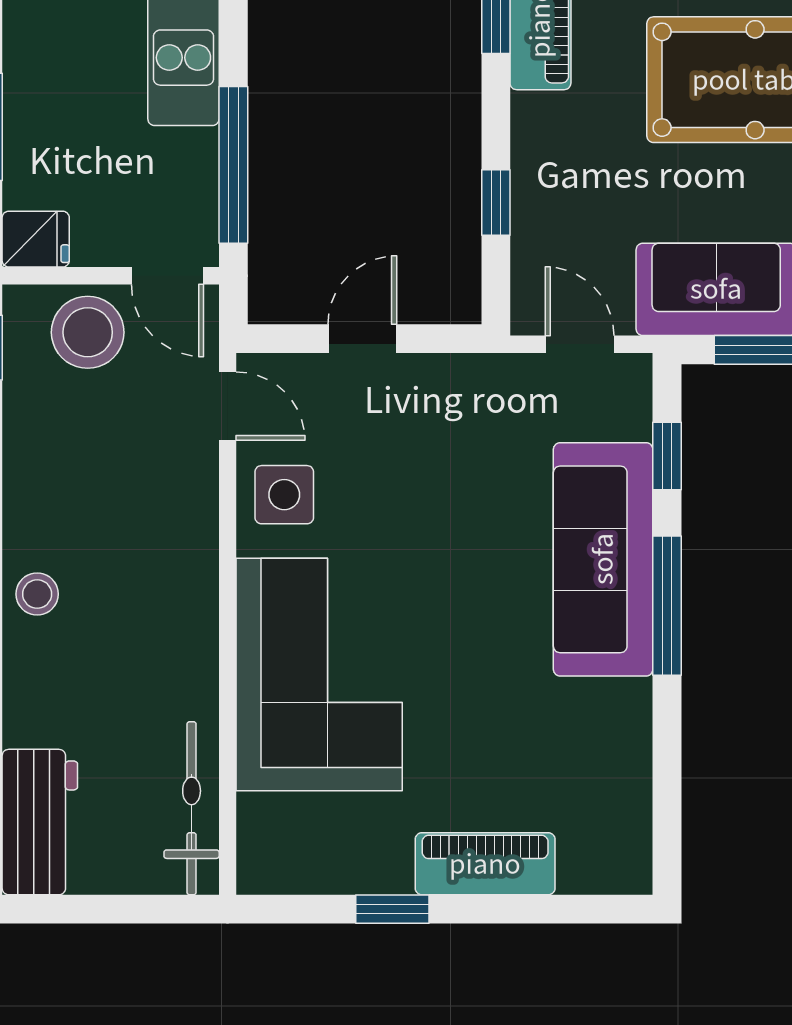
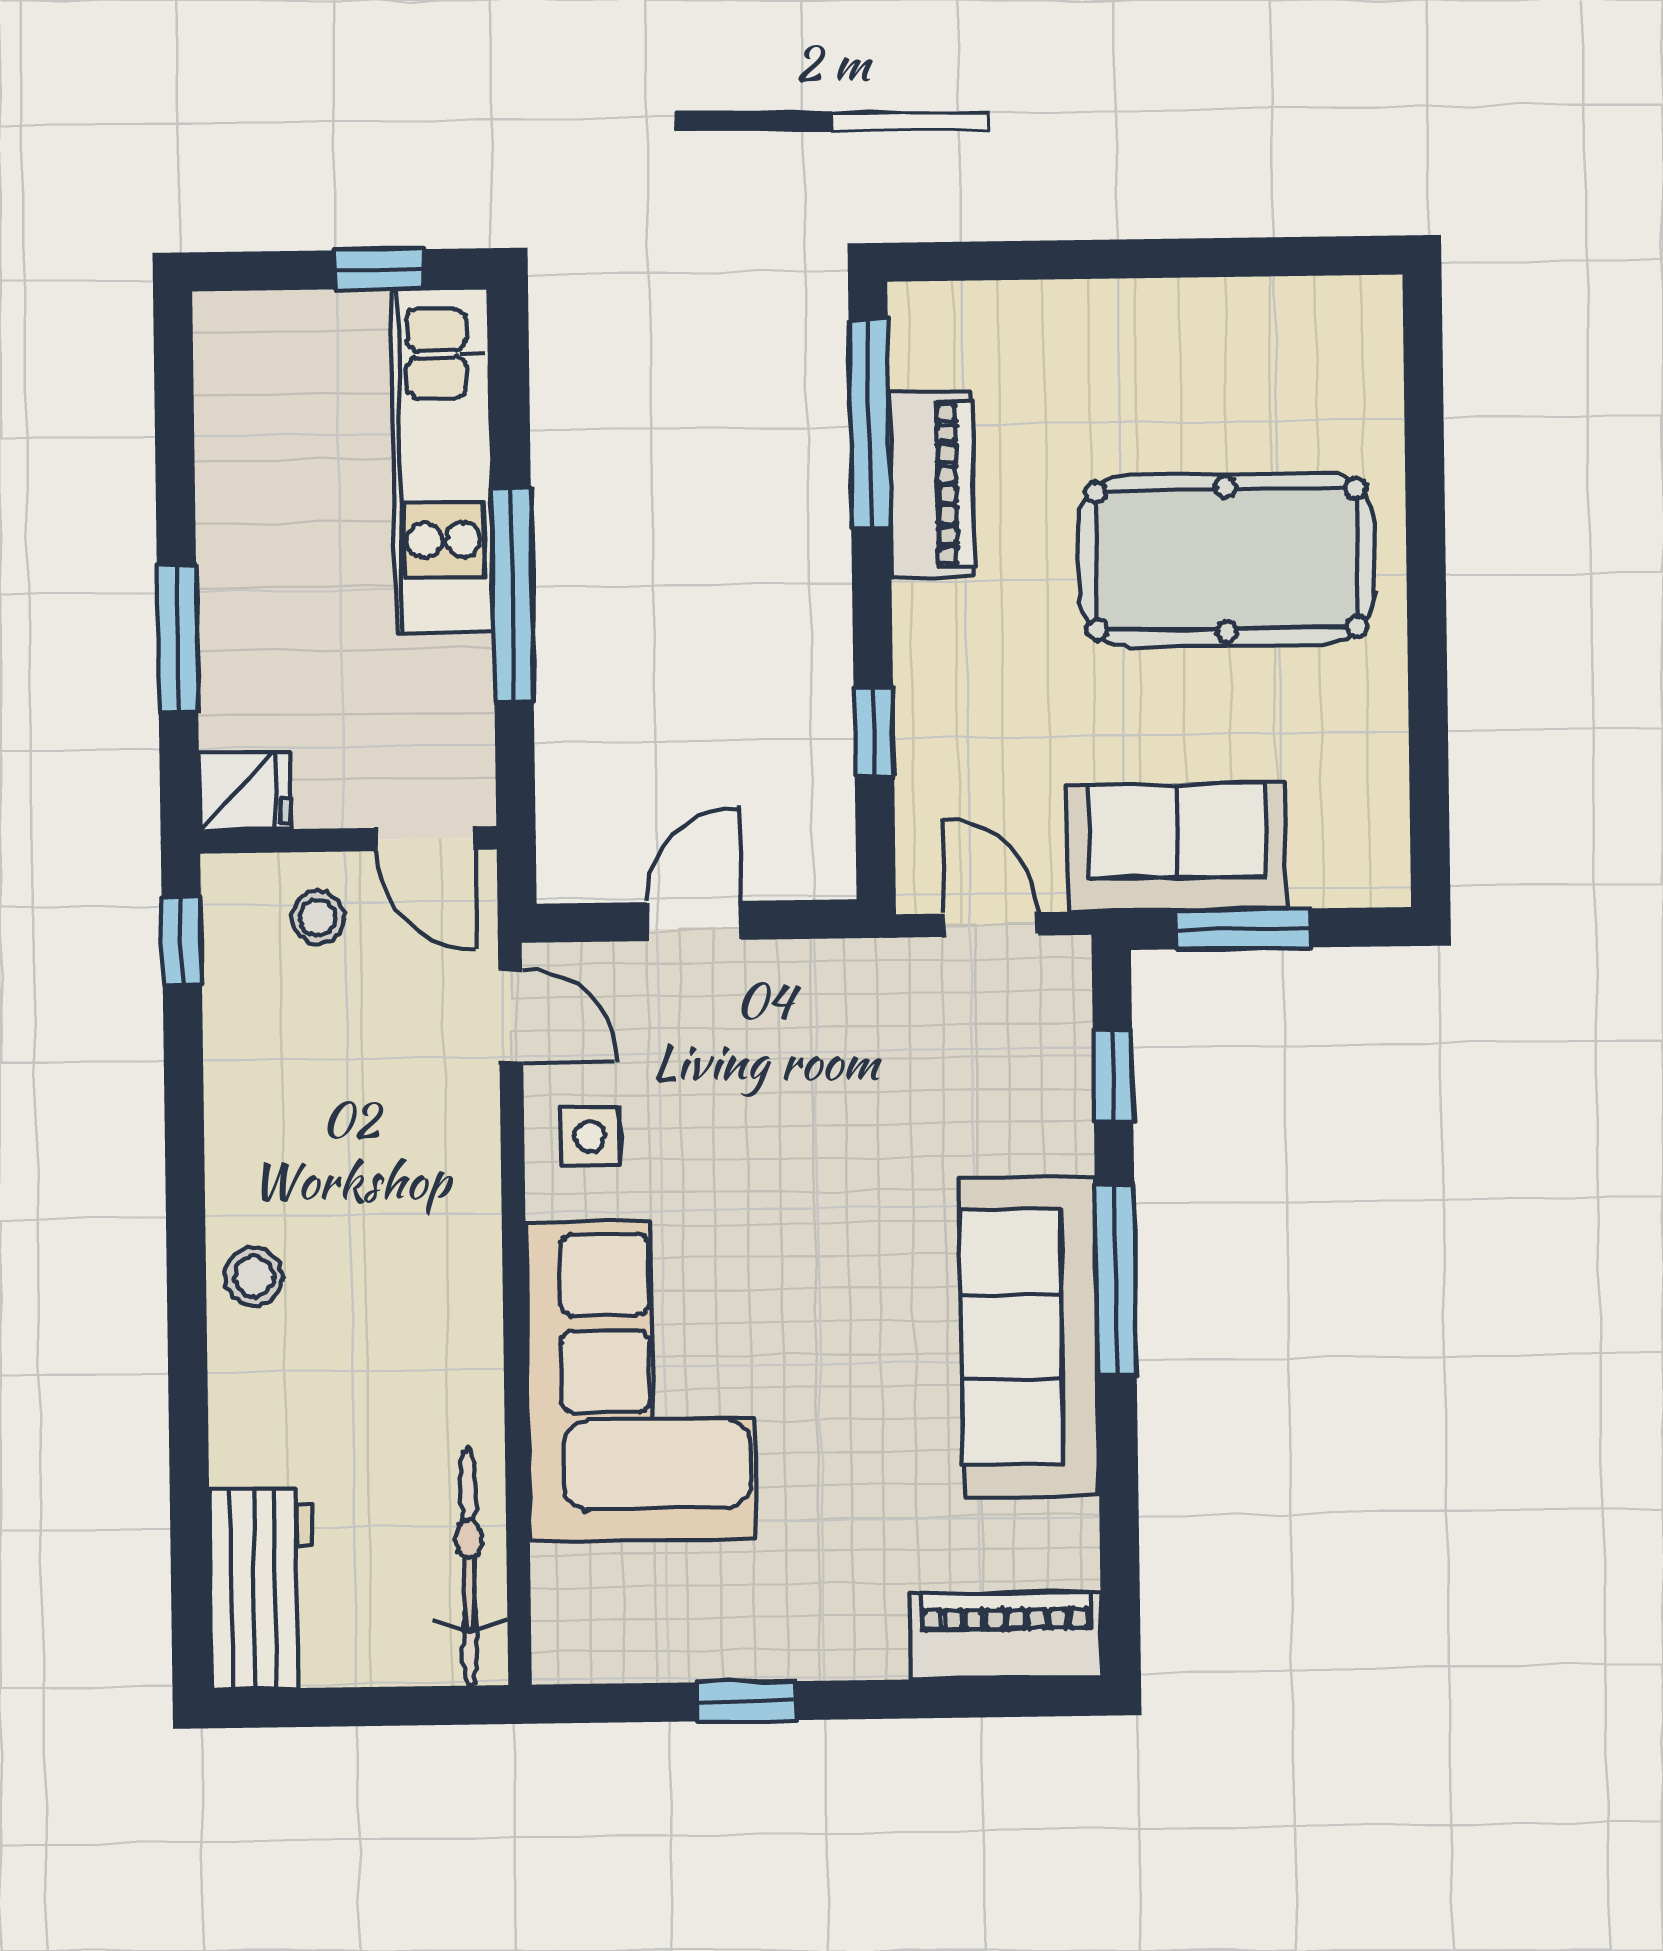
window: (233, 165) -> (513, 595), moved
stool: (88, 332) -> (318, 918), width x0.53, depth x0.53
side table: (284, 495) -> (590, 1136), width x0.73, depth x0.73
sofa: (603, 559) -> (1029, 1336), moved
piano: (485, 864) -> (1006, 1635), moved

